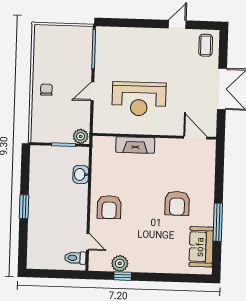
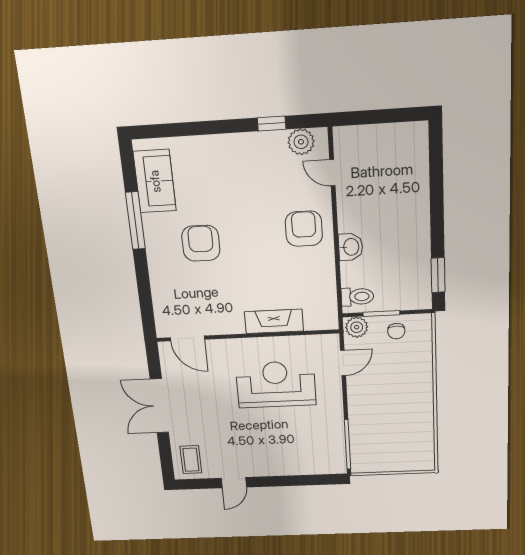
chair: (46, 90) -> (396, 331), moved
door: (92, 91) -> (343, 363), moved
washbasin: (81, 174) -> (351, 247), moved
window: (24, 207) -> (438, 275), moved
toilet: (75, 258) -> (357, 297), moved
plant: (120, 263) -> (301, 142), moved

